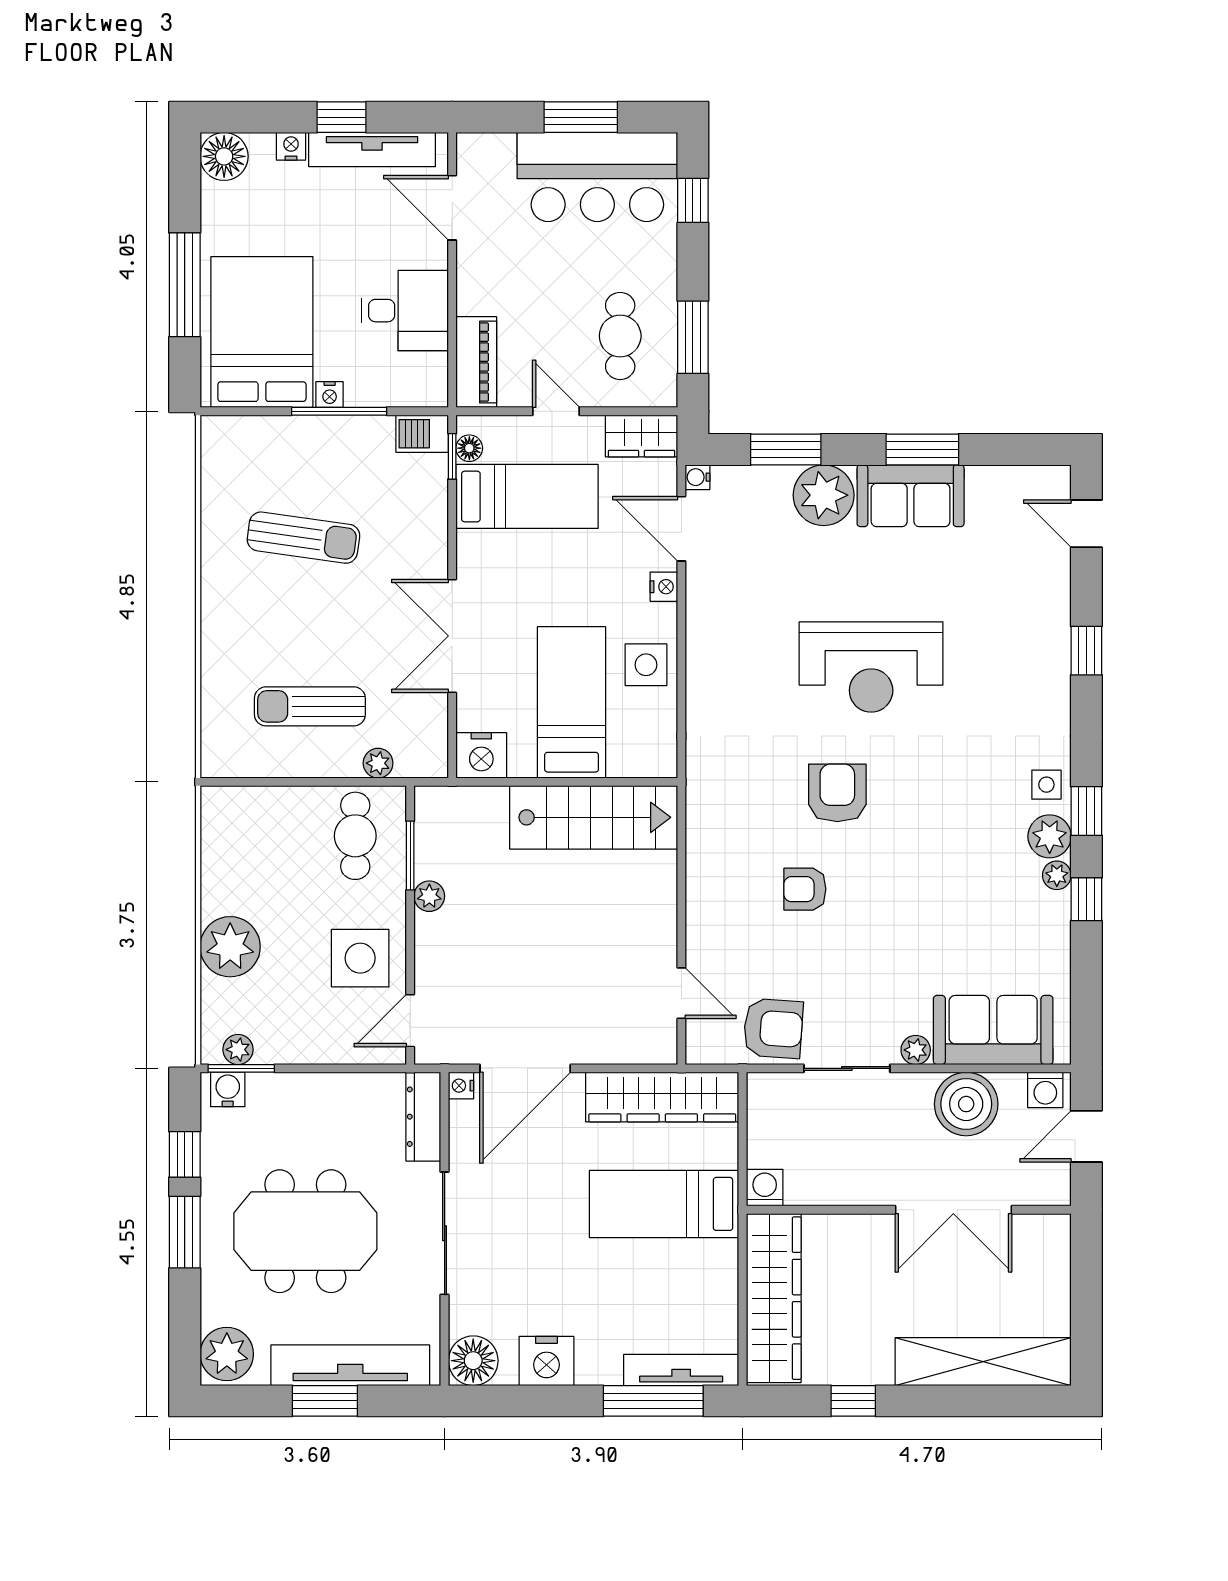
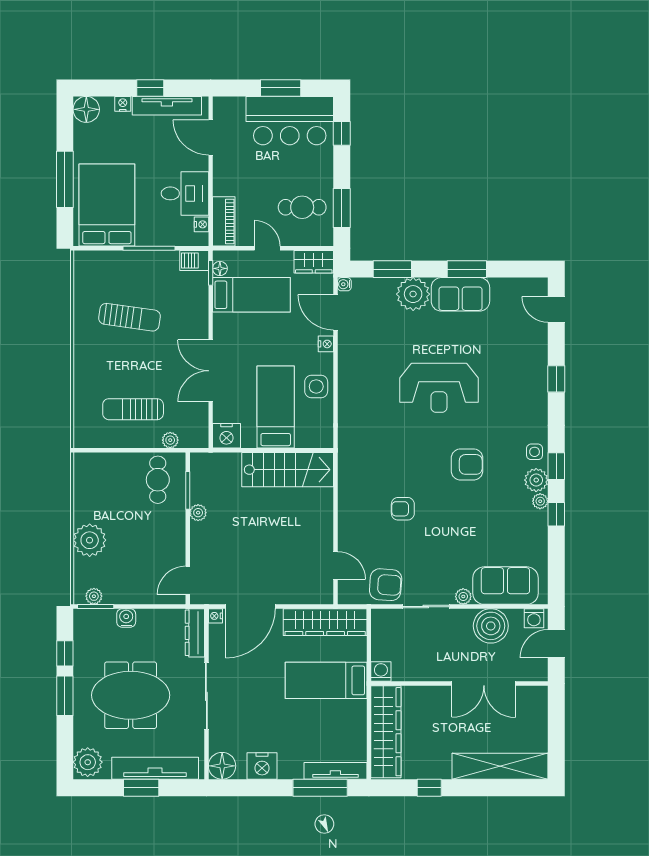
cafe table: (620, 336) -> (302, 207), turned 90
nightstand: (330, 395) -> (202, 224), moved, turned -90
armchair: (837, 793) -> (467, 464), moved, turned 90
side table: (360, 958) -> (160, 546), removed
water cooler: (228, 1089) -> (126, 618), moved

